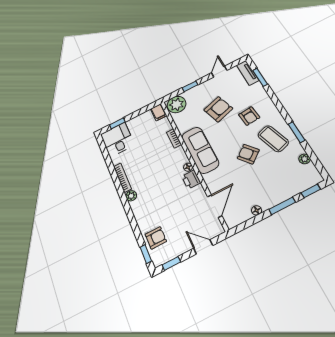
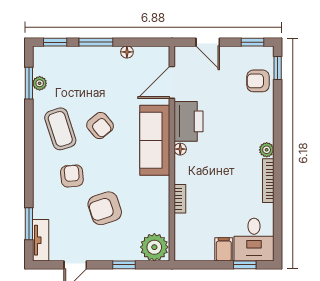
filing cabinet: (159, 112) -> (224, 249), moved
window: (297, 132) -> (29, 83), moved
sofa: (200, 150) -> (155, 140), moved
printer: (191, 179) -> (189, 121), width x1.87, depth x1.48

